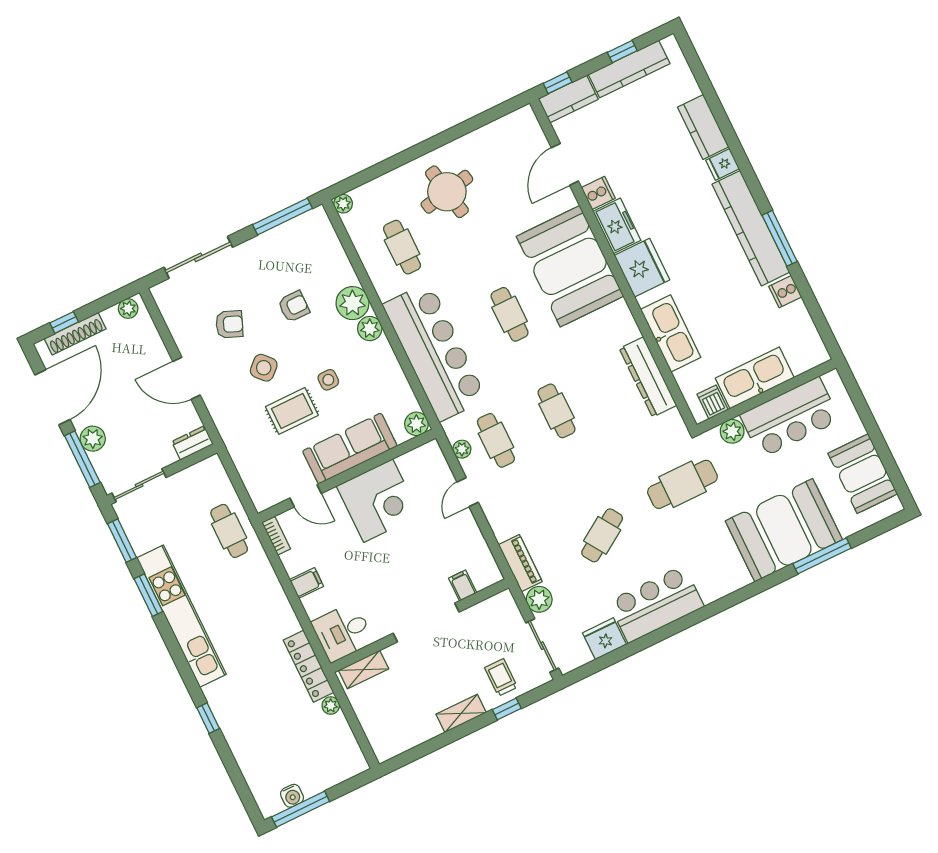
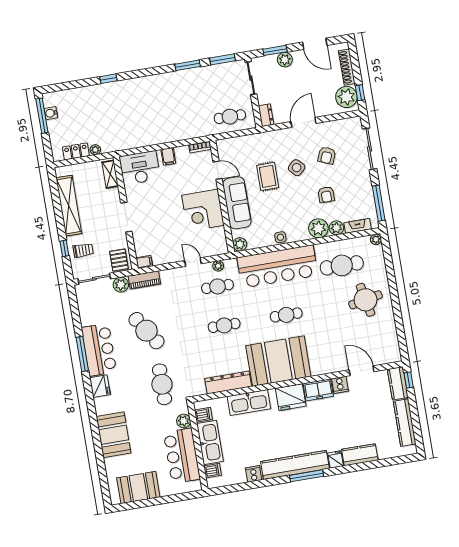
window: (622, 51) -> (416, 422), removed
window: (780, 238) -> (307, 476), moved
fireplace: (330, 240) -> (358, 226), added
cafe table: (402, 247) -> (342, 265), width x1.37, depth x1.35
booth: (570, 266) -> (278, 361), moved
plant: (128, 309) -> (346, 97), width x1.87, depth x1.87
window: (64, 322) -> (360, 93), moved
plant: (370, 329) -> (336, 228), moved
dishwasher: (800, 360) -> (213, 471), added
side table: (328, 380) -> (280, 237), moved
door: (52, 397) -> (315, 44), width x0.73
window: (82, 459) -> (275, 50), width x0.69
door: (306, 496) -> (218, 170), swing flipped
booth: (784, 530) -> (114, 435), width x0.73, depth x0.70
cafe table: (229, 531) -> (230, 117), moved
cafe table: (602, 535) -> (146, 331), width x1.37, depth x1.35
window: (822, 556) -> (82, 354), moved
filing cabinet: (463, 586) -> (144, 262), moved
pallet: (500, 614) -> (119, 260), added
kitchen unit: (181, 616) -> (170, 80), removed
doorway: (426, 623) -> (126, 217), width x0.73
desk: (343, 632) -> (140, 168), width x1.37
fridge: (604, 639) -> (100, 386), moved
locker: (309, 666) -> (76, 151), moved, width x0.66
shelving: (461, 713) -> (69, 206), width x2.20, depth x1.33

